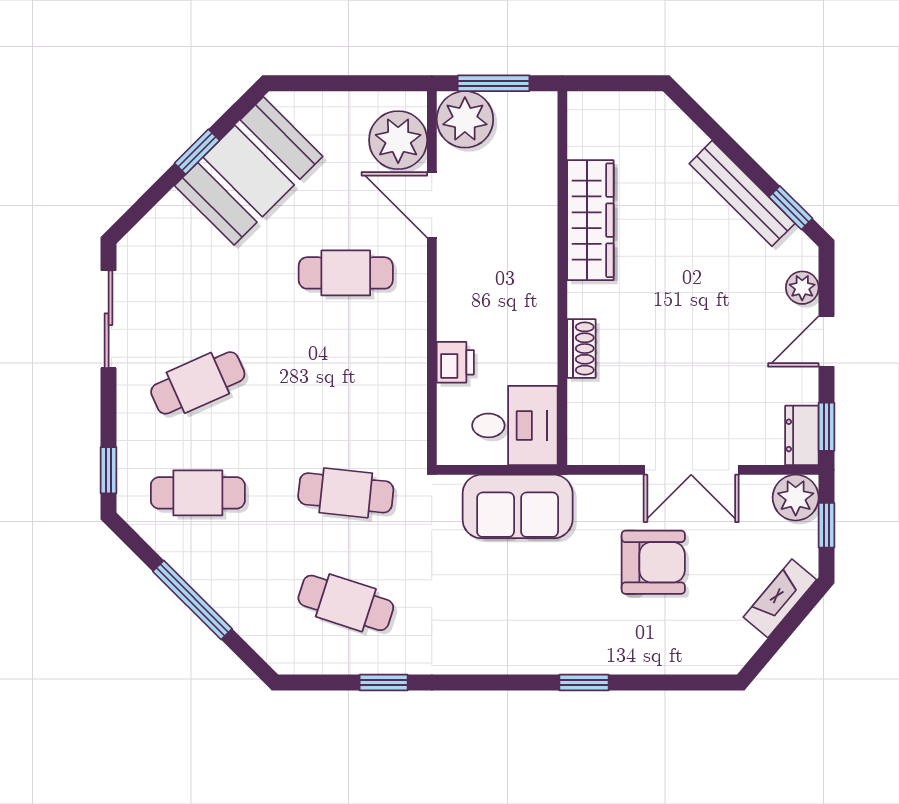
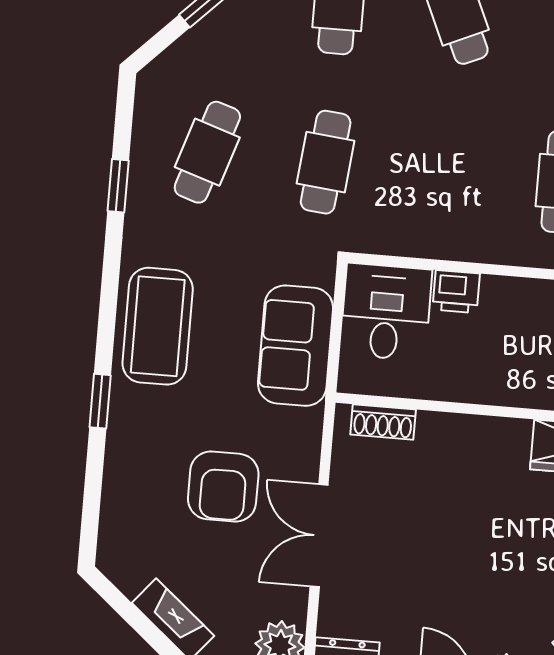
shoe rack: (581, 349) -> (383, 422), moved
desk: (515, 425) -> (386, 312), moved, turned 180
coffee table: (510, 635) -> (158, 326), added

